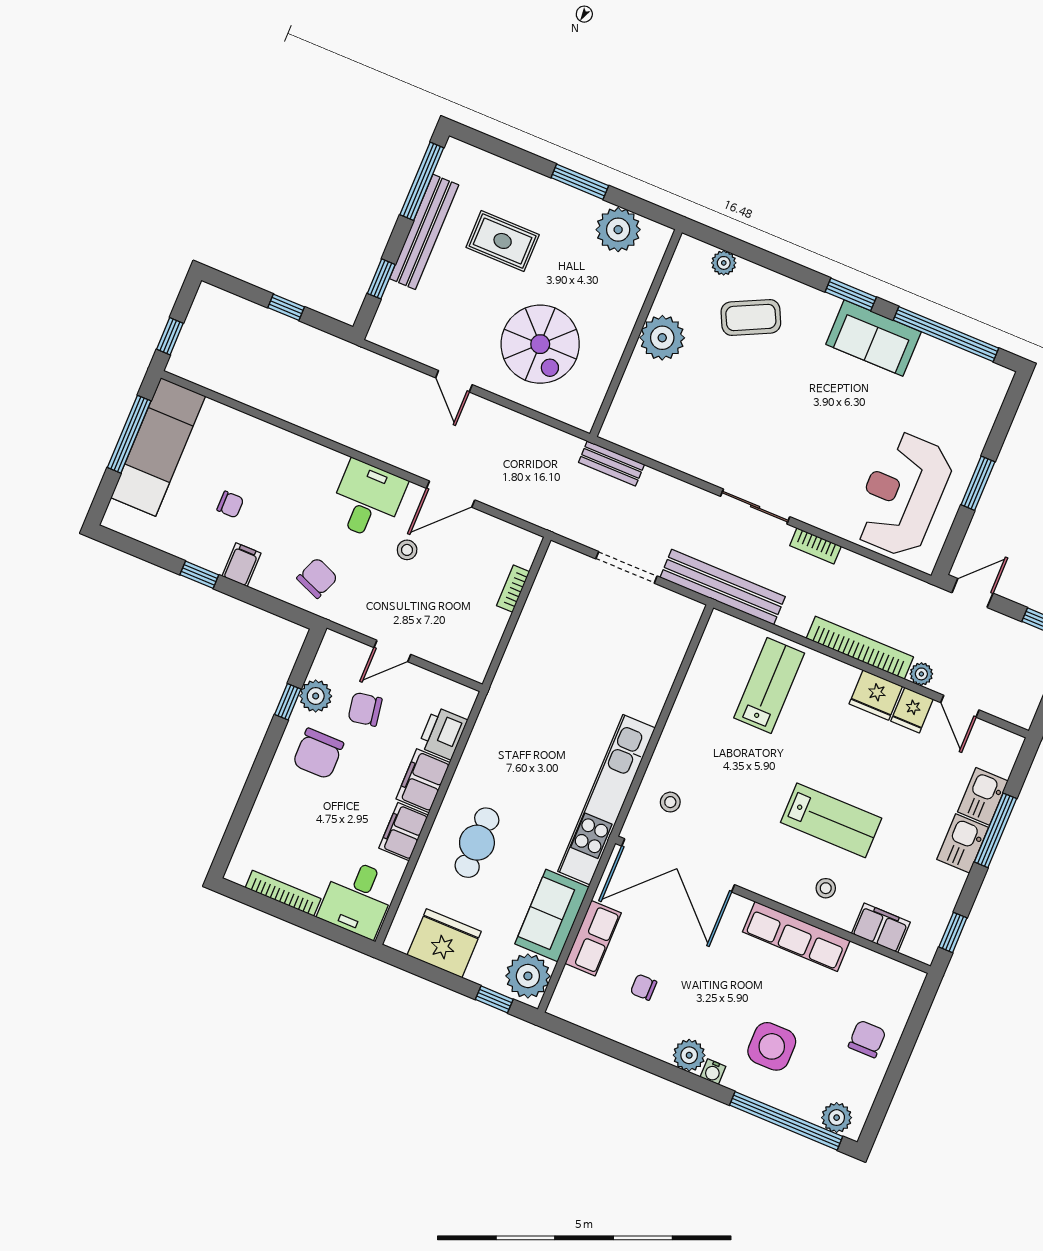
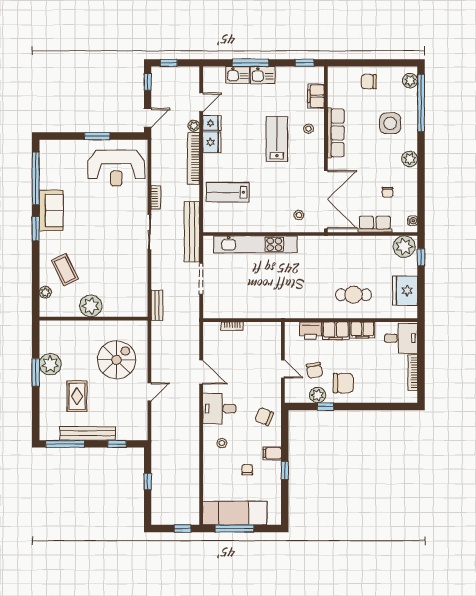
plant: (618, 230) -> (50, 364), moved
stool: (407, 550) -> (222, 443), moved
door: (972, 593) -> (148, 118), swing flipped
kitchen unit: (606, 800) -> (255, 244), moved
sofa: (552, 915) -> (372, 247), removed
water cooler: (713, 1072) -> (413, 221), moved

